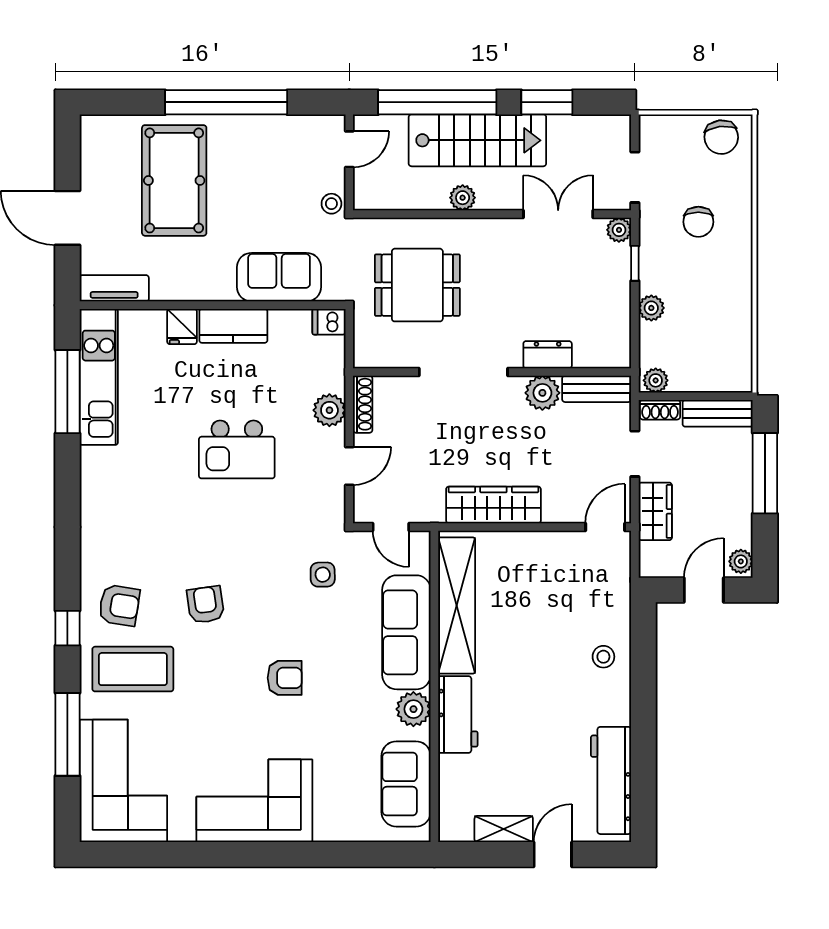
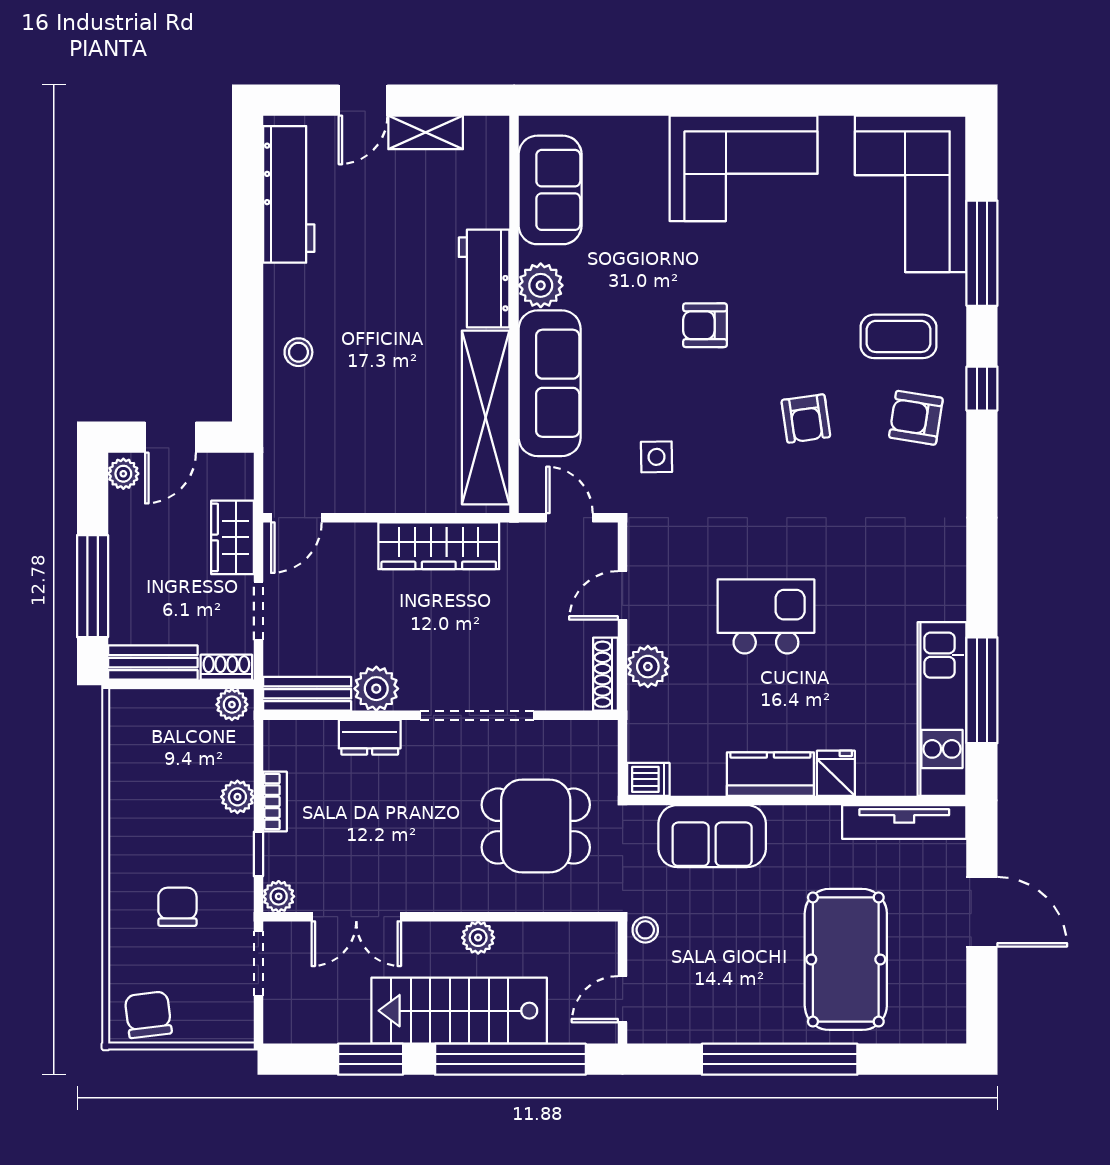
tv unit: (114, 288) -> (904, 822), width x1.41
bookcase: (622, 304) -> (275, 802), added
coffee table: (133, 669) -> (899, 336), width x0.73, depth x0.76

